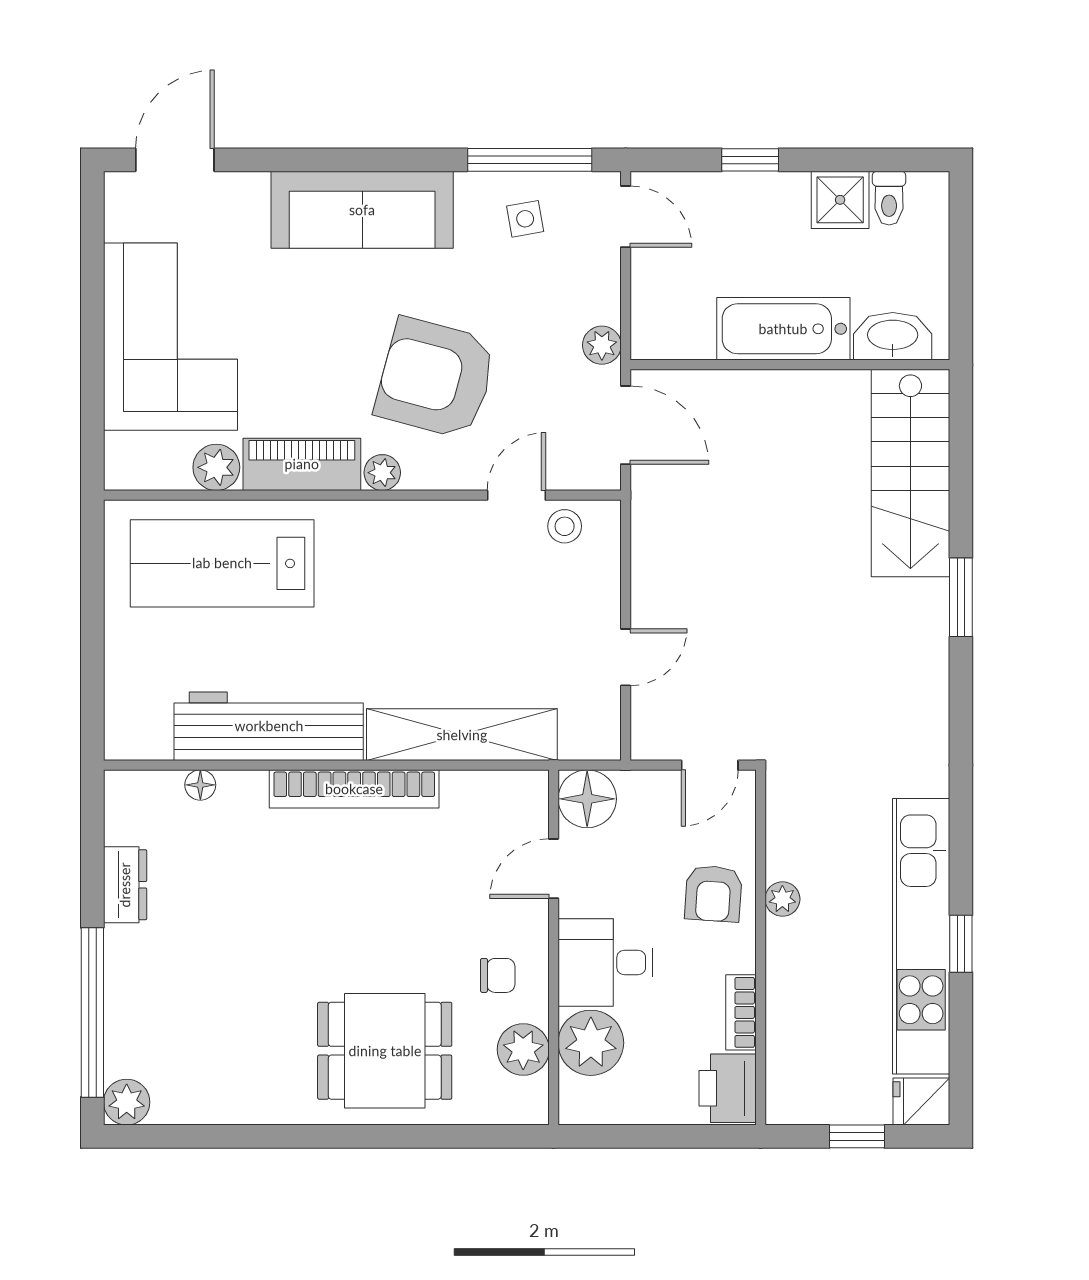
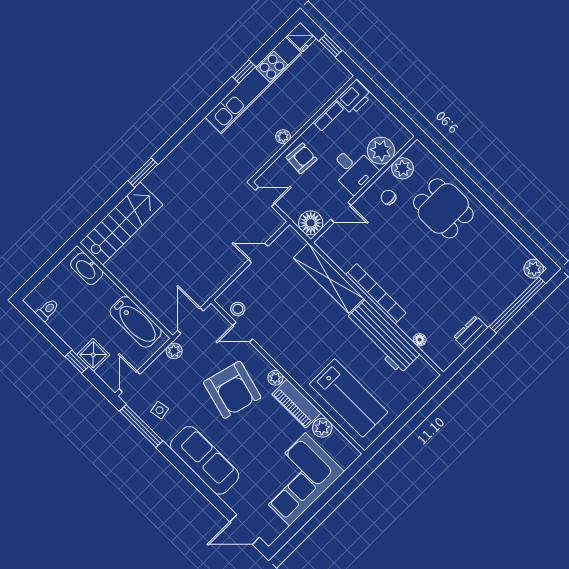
shower: (840, 200) -> (93, 355), moved
bathtub: (783, 329) -> (136, 322), moved

